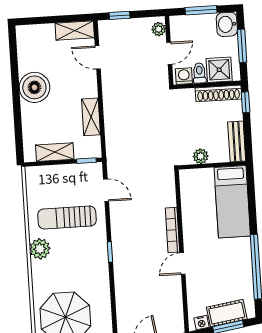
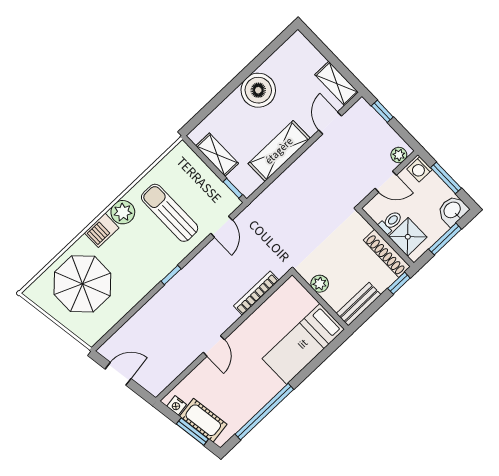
washing machine: (184, 76) -> (420, 169), moved, turned 180
shelving: (91, 117) -> (279, 151), width x1.50, depth x1.33
bookcase: (172, 230) -> (256, 293), moved
door: (182, 263) -> (214, 346), swing flipped
barbecue: (40, 274) -> (102, 230), added

